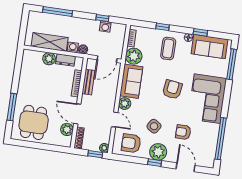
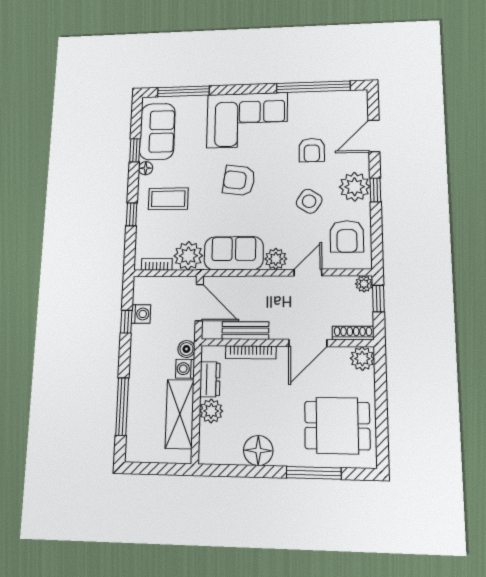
floor lamp: (26, 81) -> (258, 450), added
plant: (67, 129) -> (362, 359), moved

